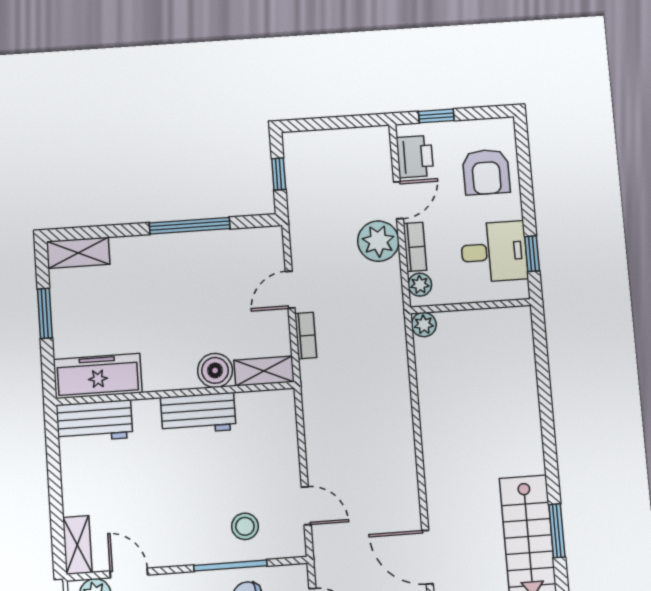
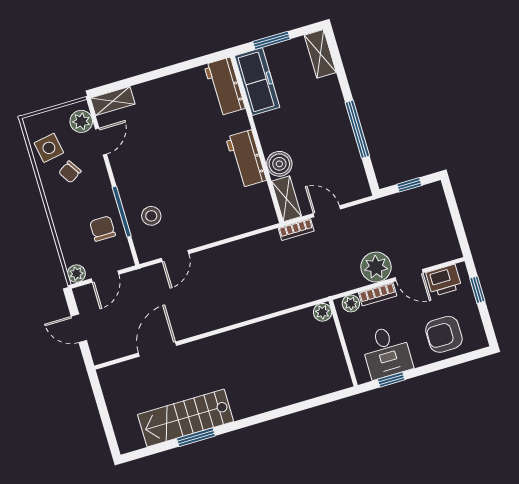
boiler: (215, 370) -> (279, 164), moved
shelving: (264, 371) -> (286, 199), moved
freezer: (98, 376) -> (257, 82), moved
wall: (175, 393) -> (257, 139), moved
workbench: (198, 414) -> (246, 159), moved
workbench: (94, 421) -> (225, 87), moved

